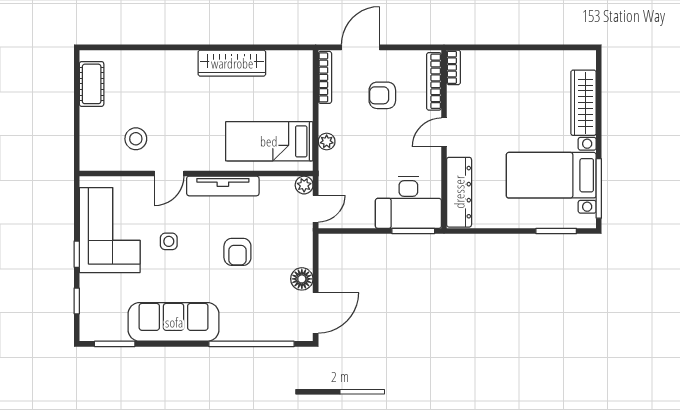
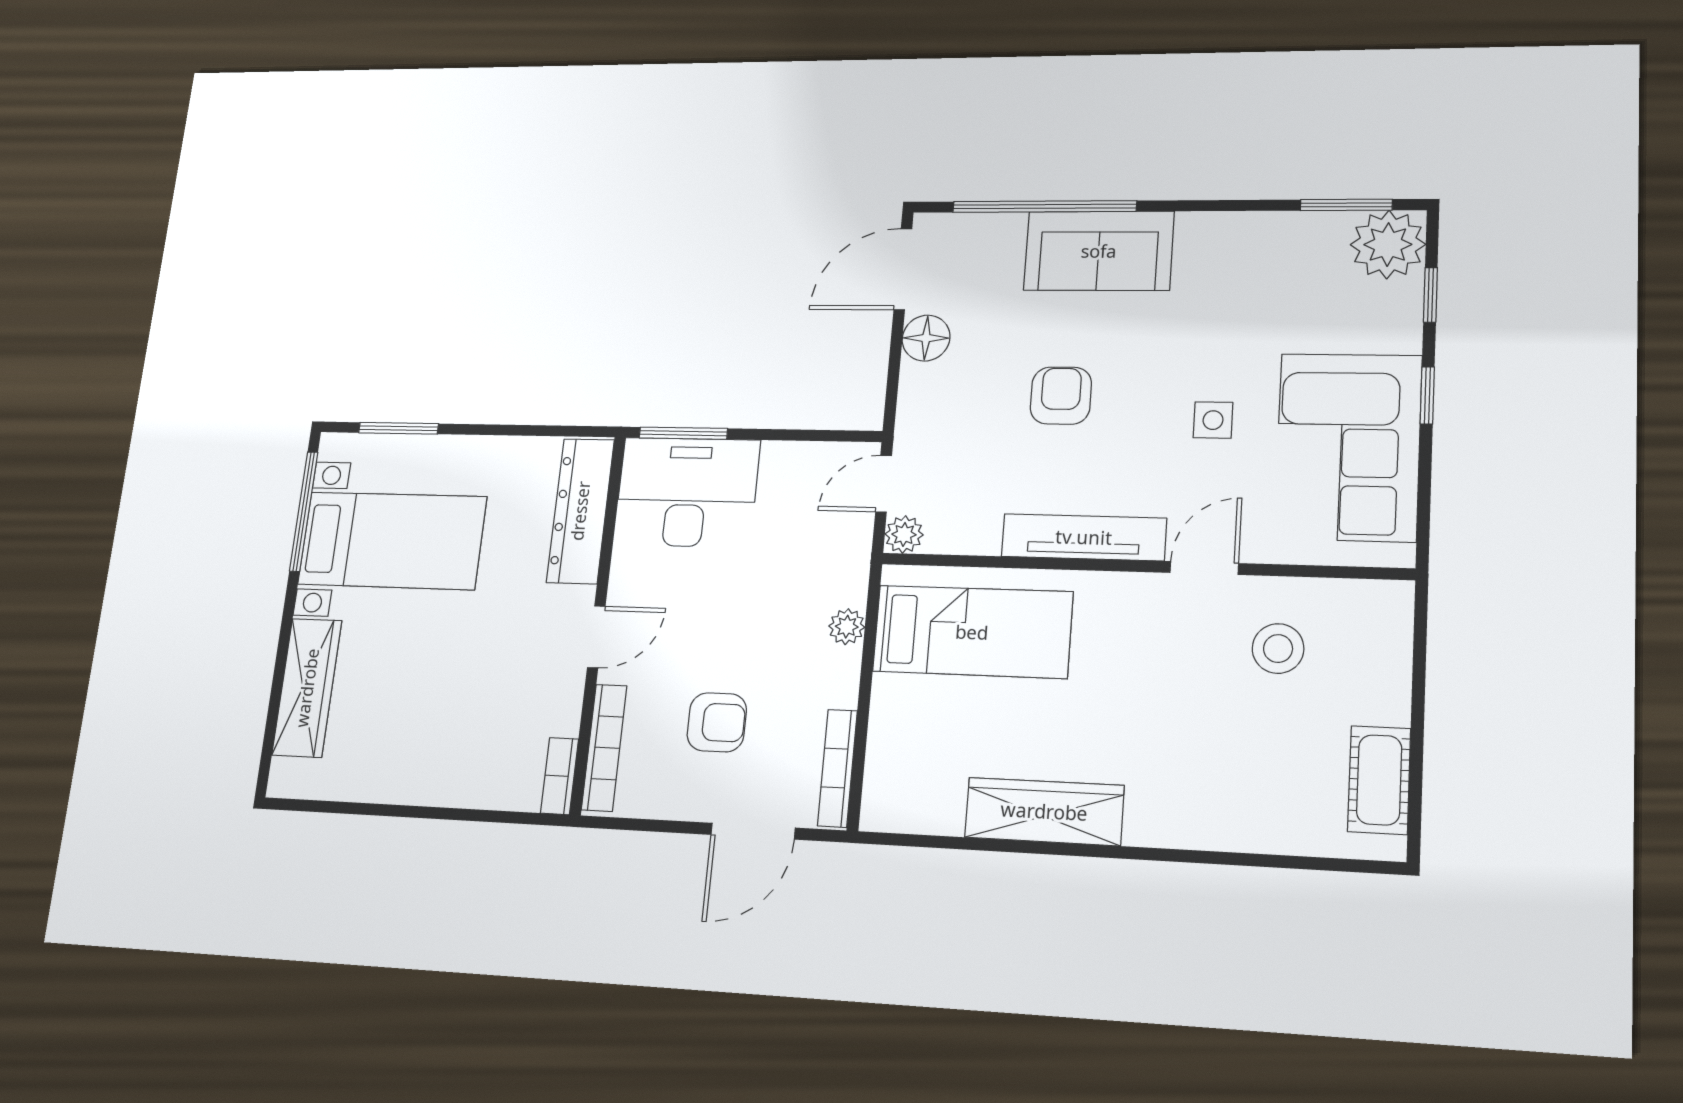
sofa: (174, 322) -> (1099, 251), moved, width x0.73
plant: (96, 325) -> (1388, 245), added

